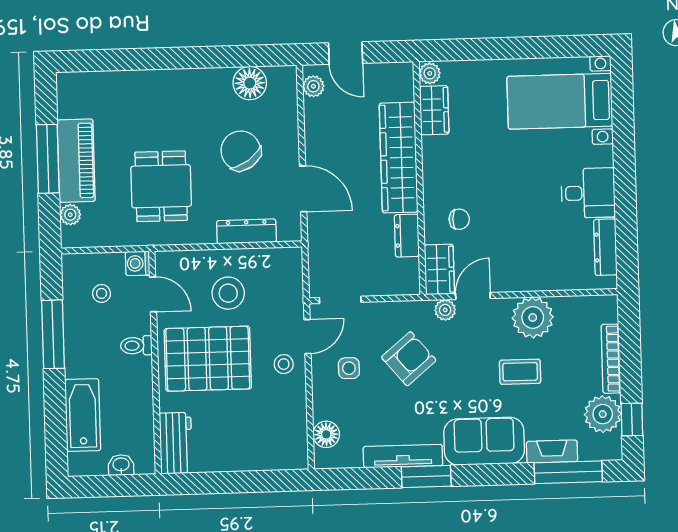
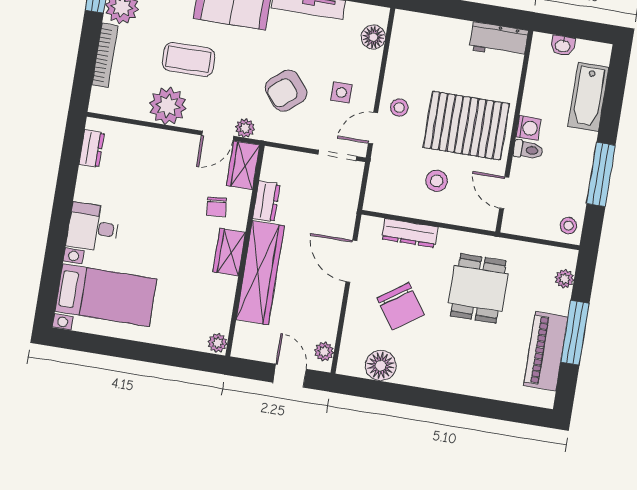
wardrobe: (434, 110) -> (229, 252), moved
piano: (76, 161) -> (546, 351), moved
desk: (588, 193) -> (93, 227), moved
chair: (459, 219) -> (217, 207), turned -95
dresser: (605, 247) -> (92, 149), width x0.70
washing machine: (138, 263) -> (528, 128), moved
stool: (102, 293) -> (568, 226), moved
stool: (228, 293) -> (437, 181), width x0.73, depth x0.73
coffee table: (520, 372) -> (189, 59), width x1.36, depth x1.30
workbench: (176, 443) -> (499, 40), moved, turned -90

